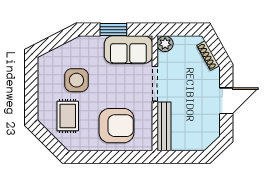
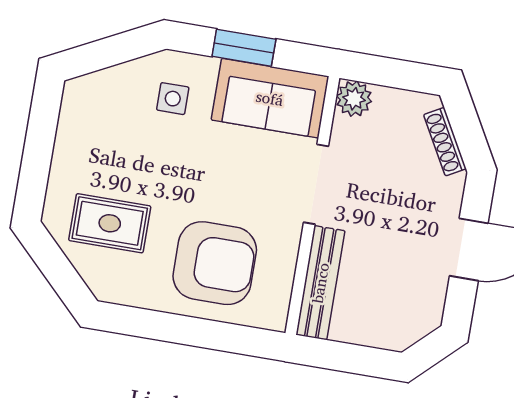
side table: (76, 80) -> (173, 99), moved, width x0.54, depth x0.54
rug: (68, 116) -> (110, 223), turned 90

